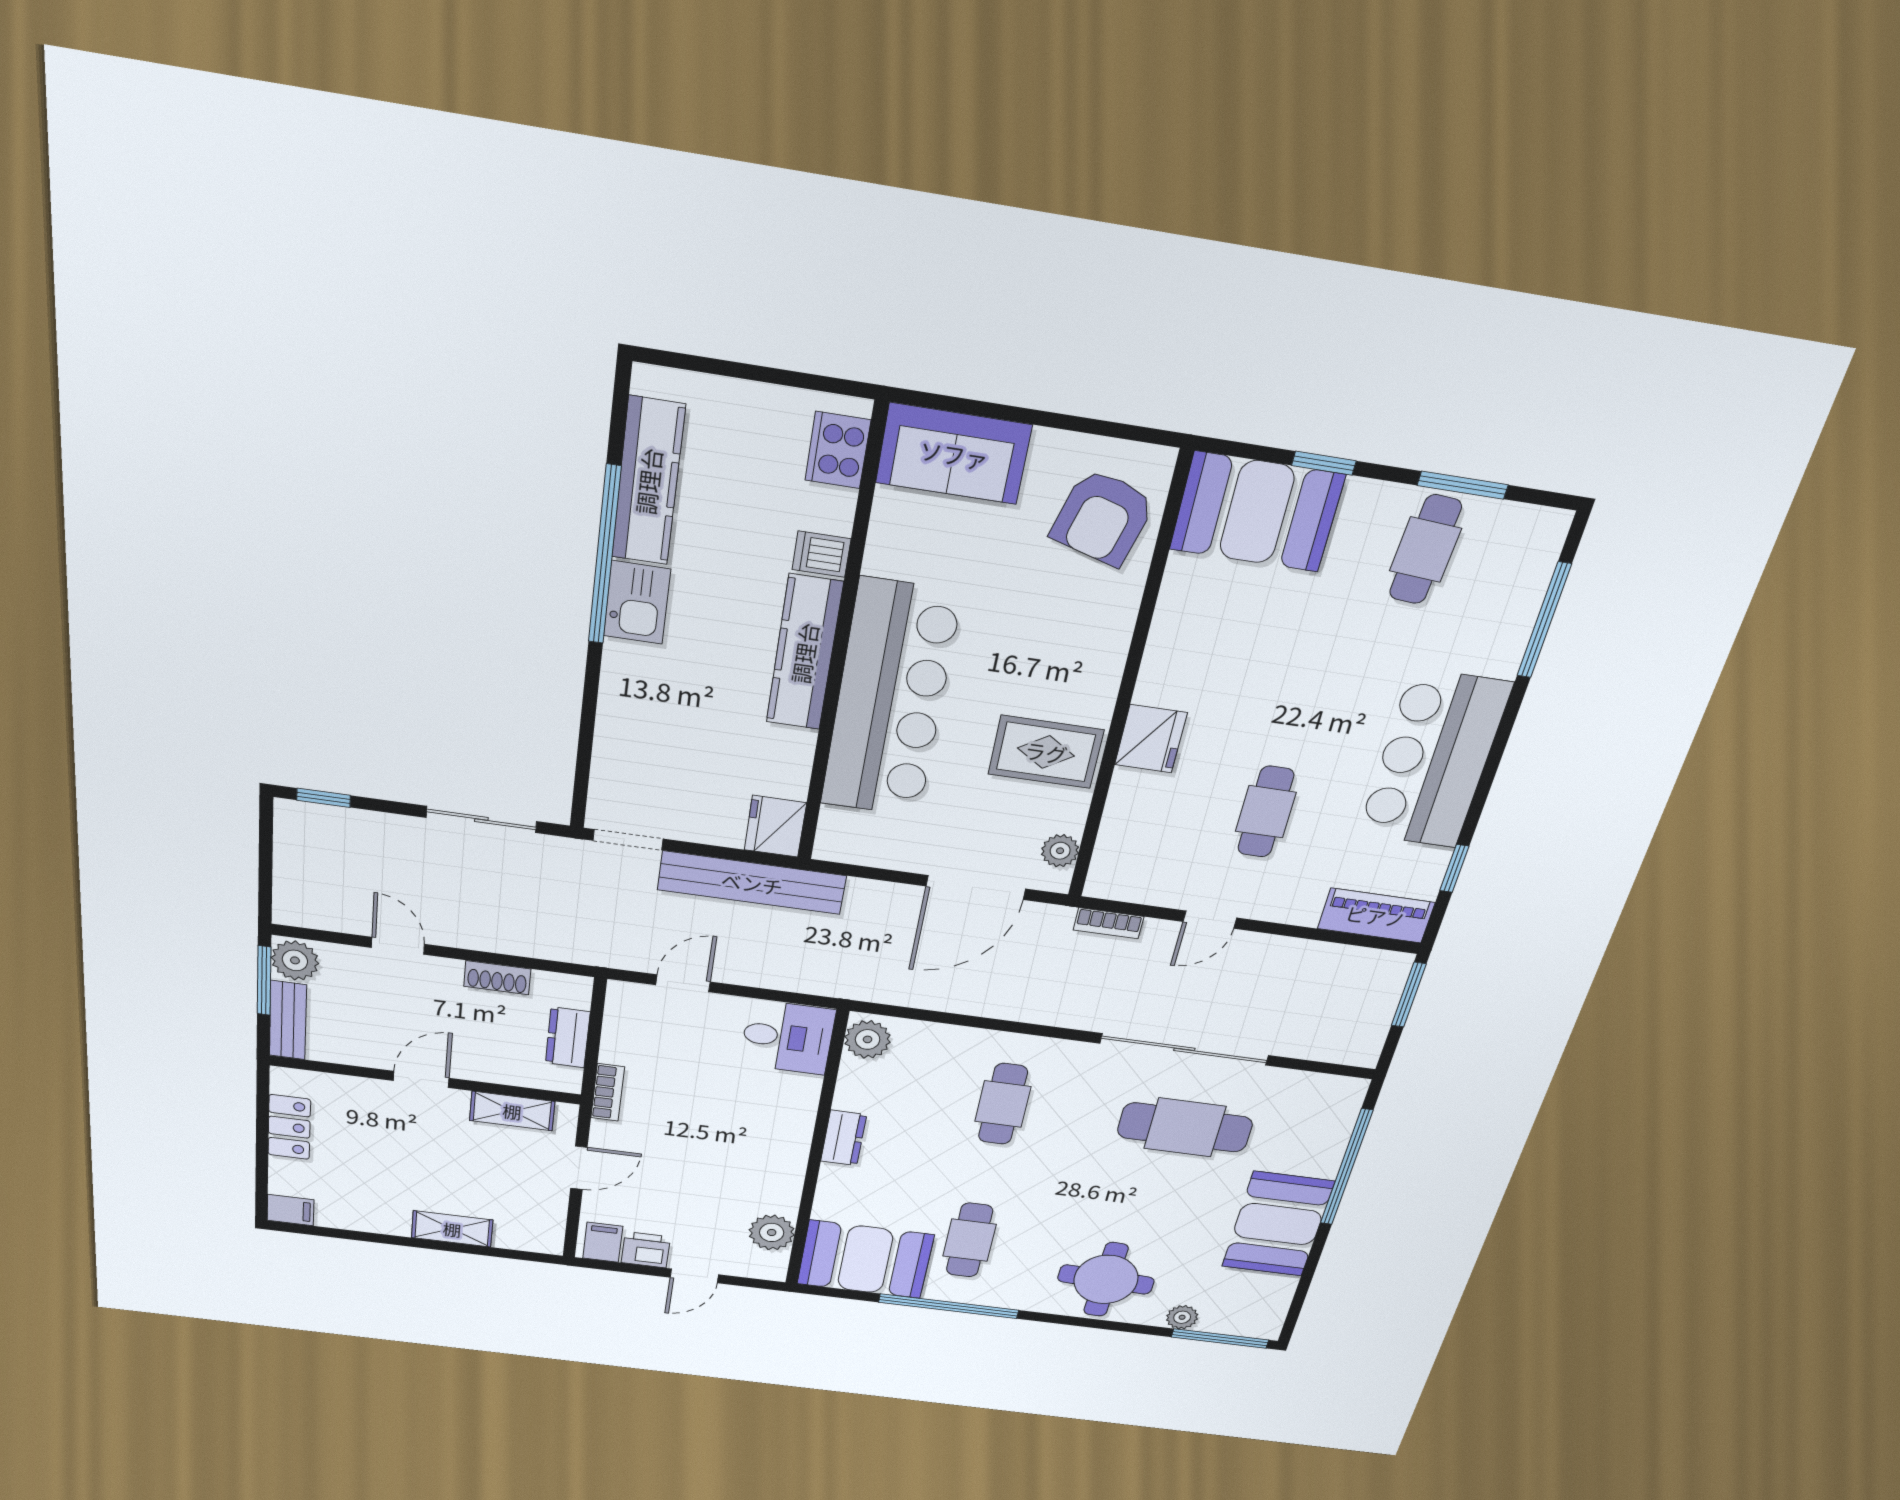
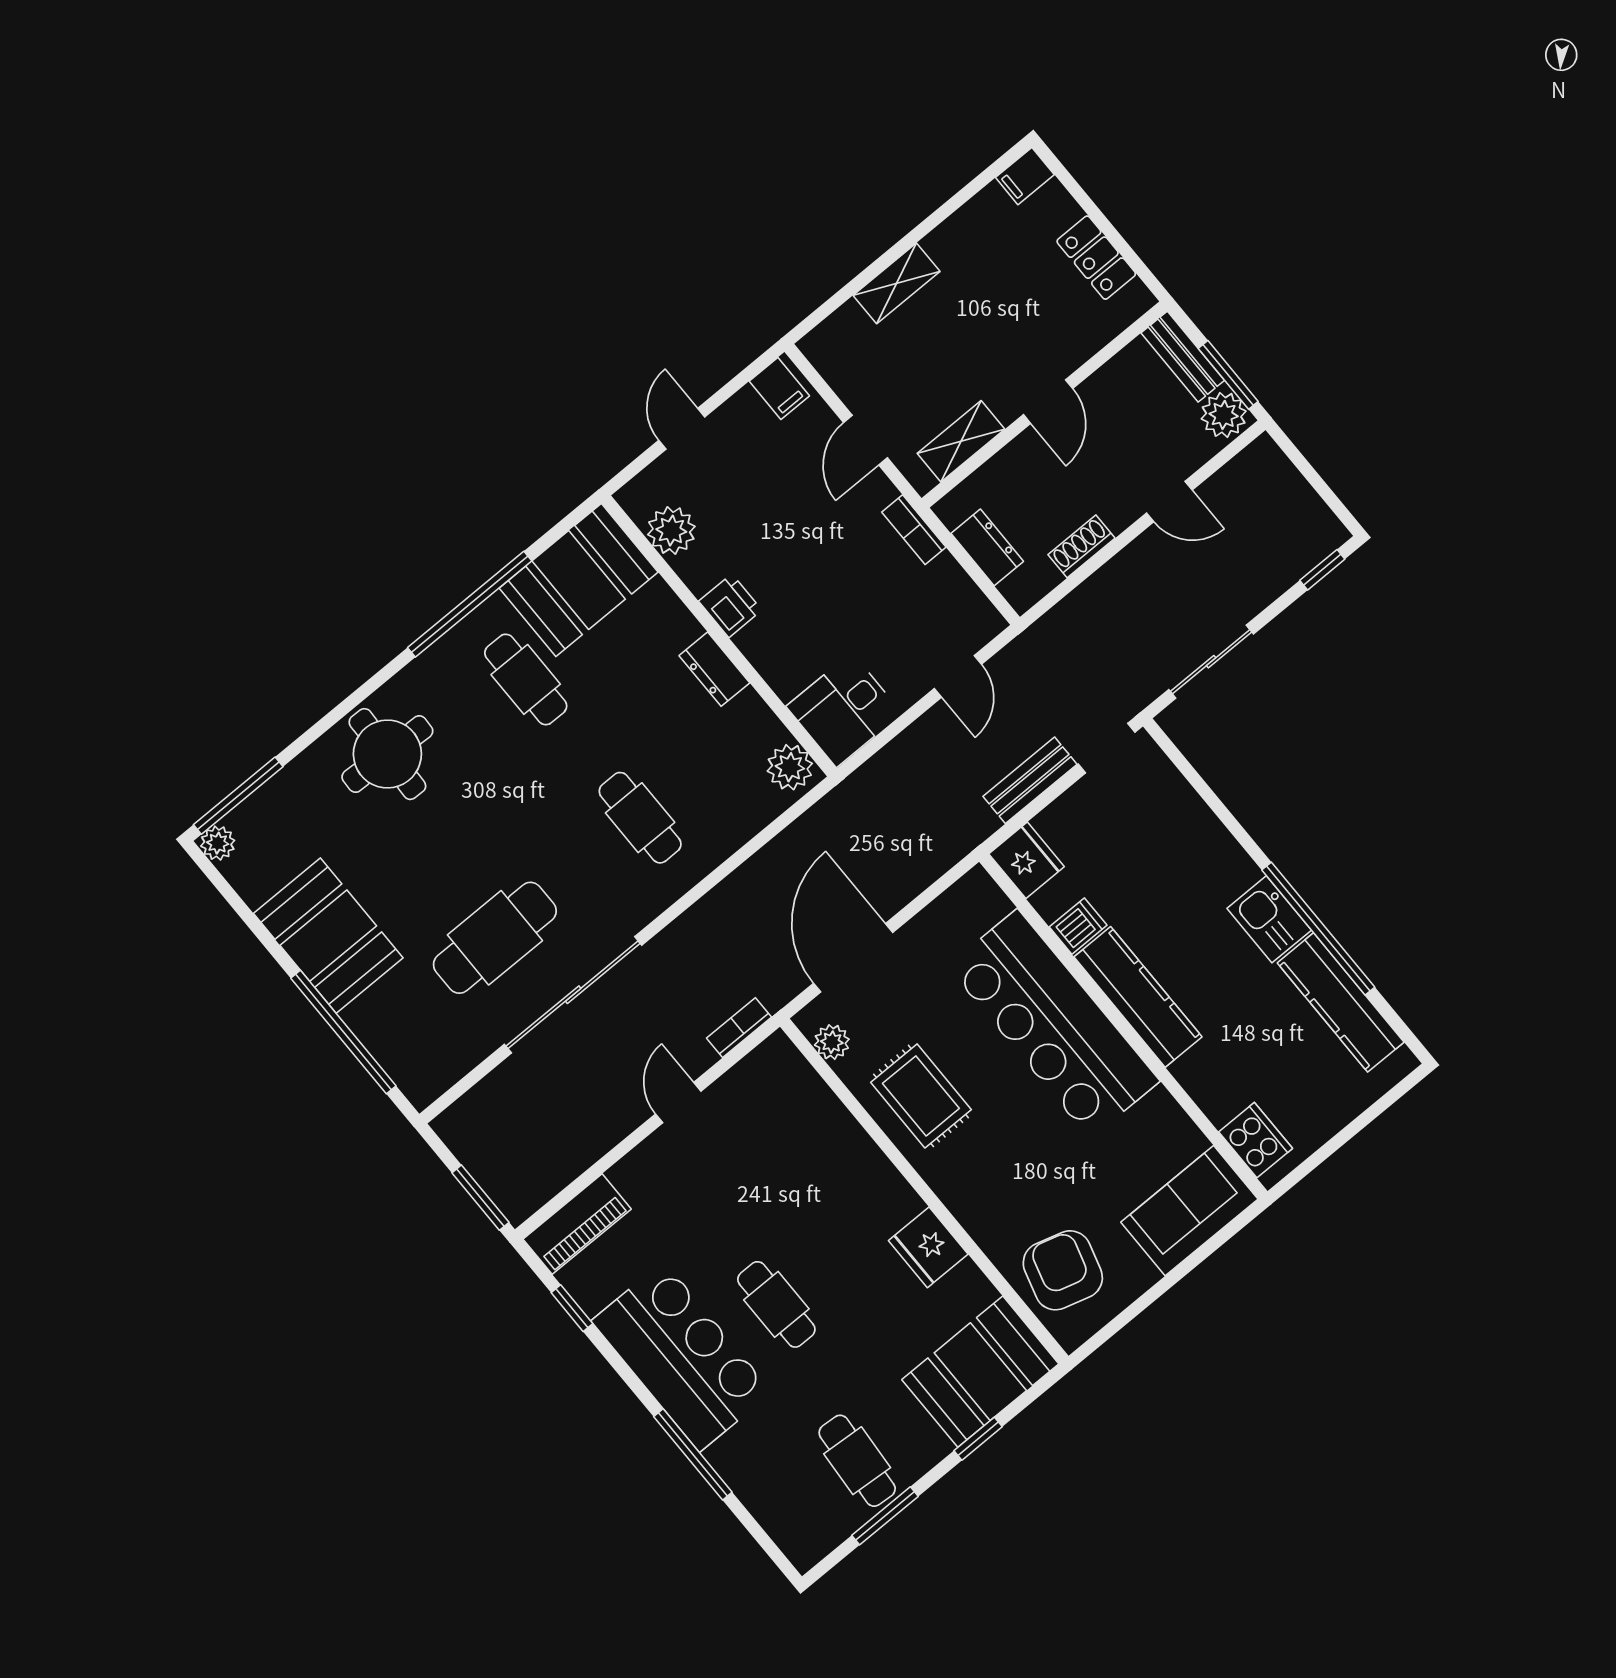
dishwasher: (821, 554) -> (1078, 926), moved
window: (1544, 620) -> (693, 1454), moved
fridge: (1151, 739) -> (928, 1247), moved
rug: (1046, 752) -> (921, 1096), turned 90
cafe table: (1266, 812) -> (776, 1304), moved
bench: (752, 883) -> (1030, 780), width x0.54, depth x0.82
printer: (646, 1250) -> (730, 606), moved, turned -90
plant: (1182, 1317) -> (218, 843), moved

